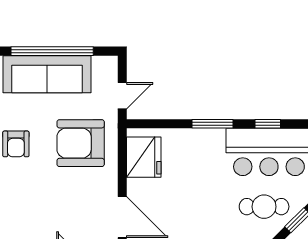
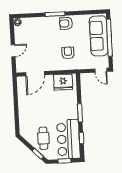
door: (122, 96) -> (101, 70), moved
armchair: (81, 143) -> (68, 53), width x0.53, depth x0.53

